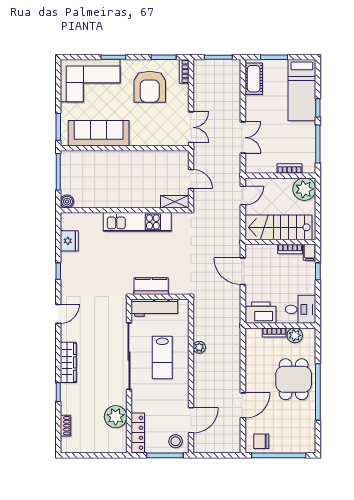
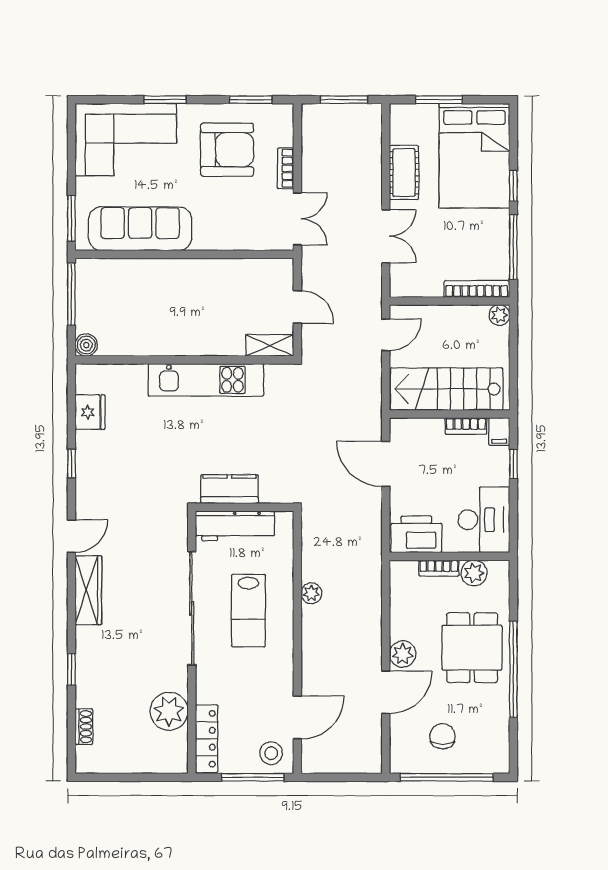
bookcase: (184, 71) -> (286, 168), moved
cot: (254, 79) -> (404, 172), moved
armchair: (150, 87) -> (227, 150), turned -90
bed: (302, 90) -> (474, 156), width x1.50
bookcase: (289, 169) -> (477, 289), width x1.56
plant: (304, 189) -> (499, 315), width x0.53, depth x0.53
desk: (301, 309) -> (484, 520), width x1.37
wardrobe: (68, 362) -> (88, 590), moved
plant: (253, 383) -> (403, 654), added
chair: (261, 441) -> (442, 736), moved, turned 90

